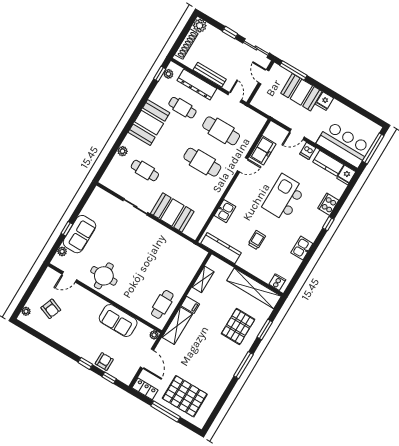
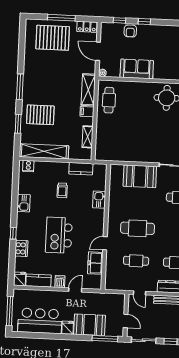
cafe table: (221, 131) -> (136, 261), width x0.73, depth x0.74
bar counter: (344, 144) -> (40, 321), moved, turned 180
kitchen island: (284, 197) -> (59, 235), turned 180
kitchen counter: (221, 248) -> (81, 169), width x0.67
pallet: (238, 326) -> (40, 115), turned 90

